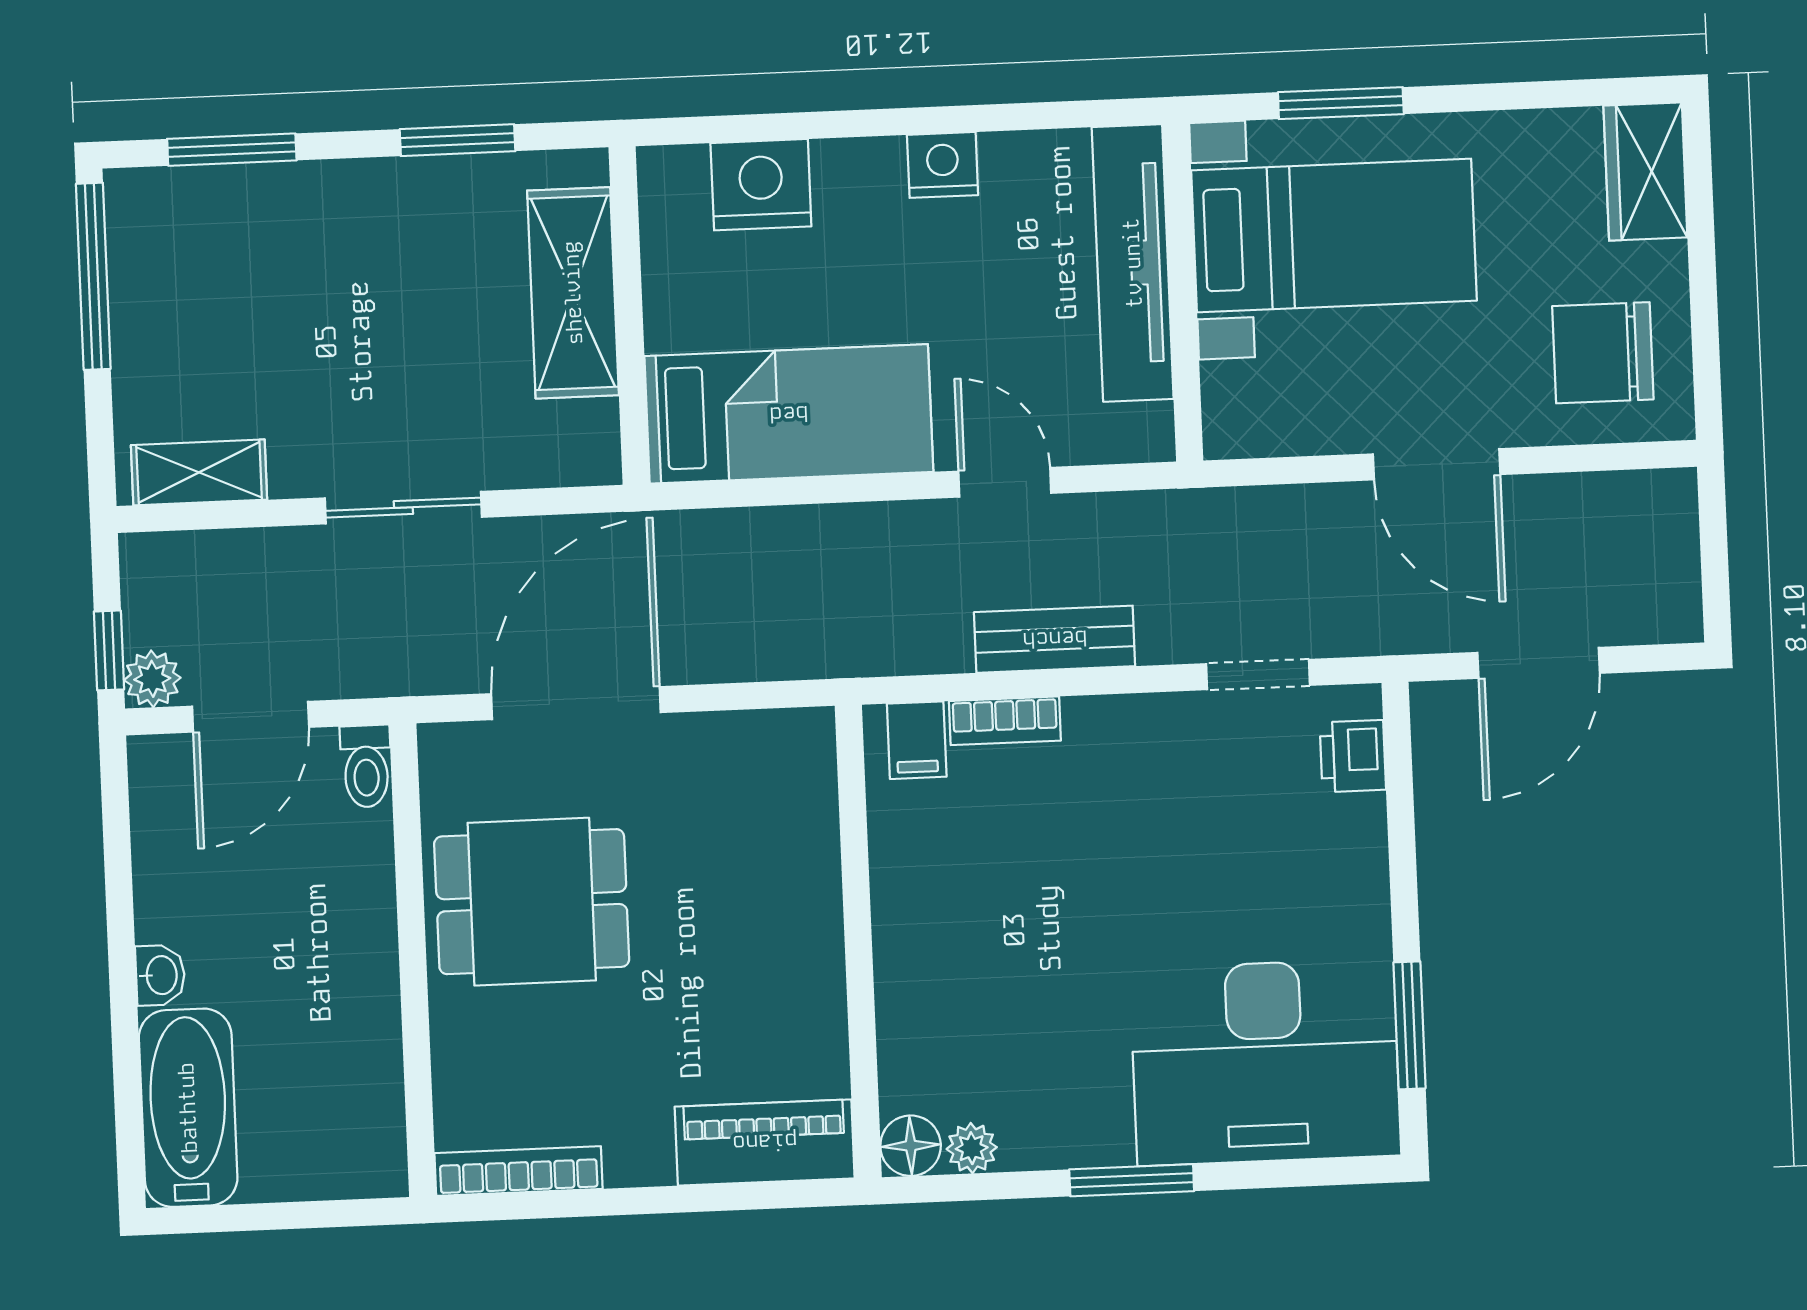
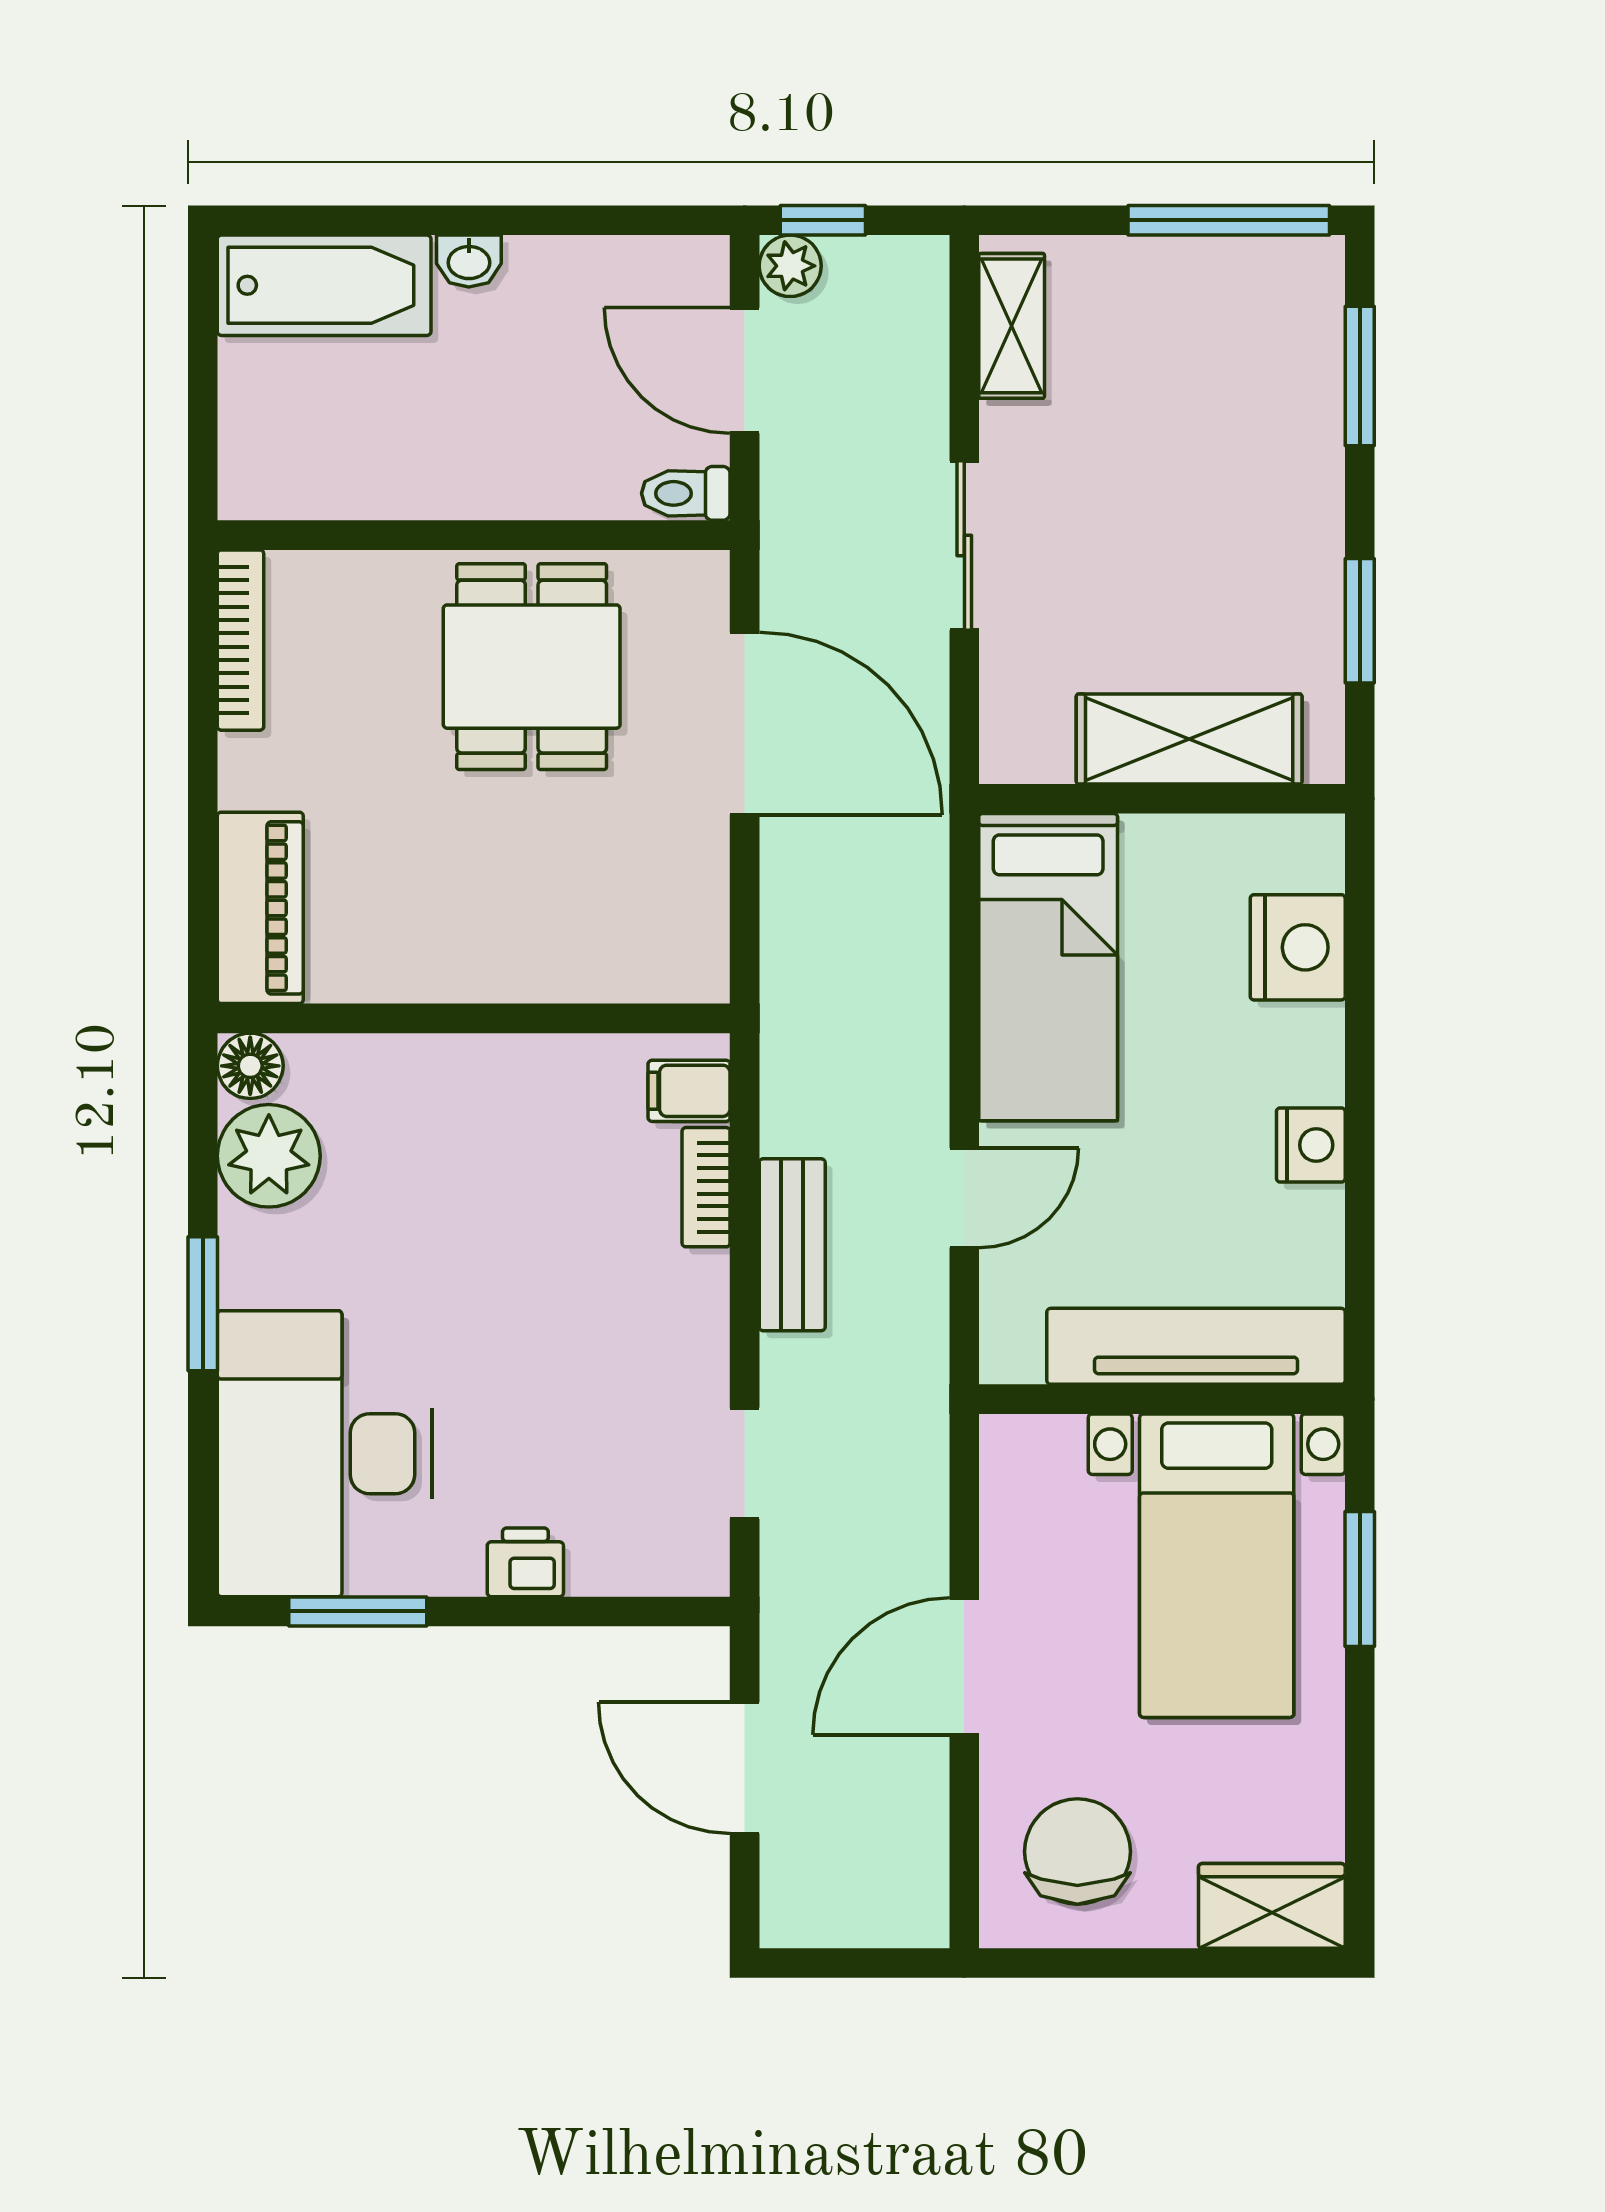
printer: (1353, 756) -> (525, 1562), moved
plant: (972, 1148) -> (269, 1156), width x1.87, depth x1.87

